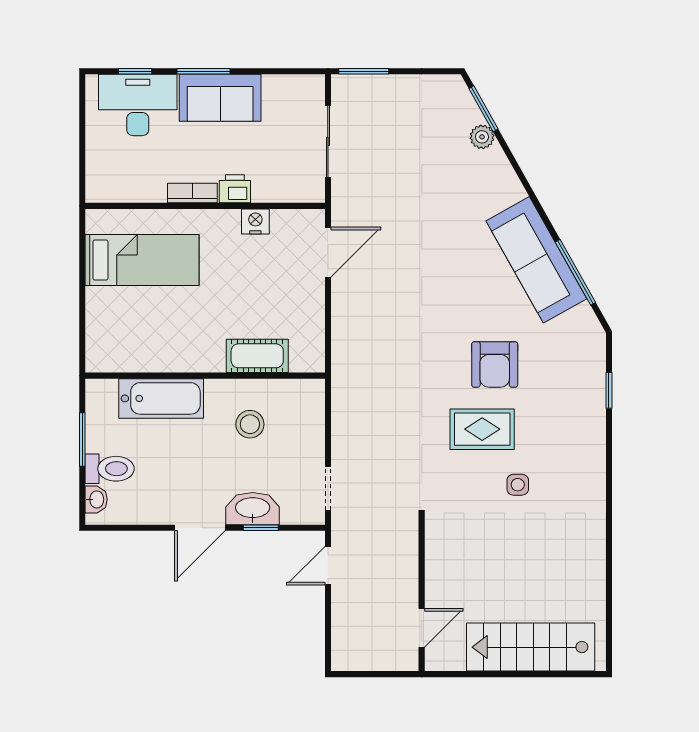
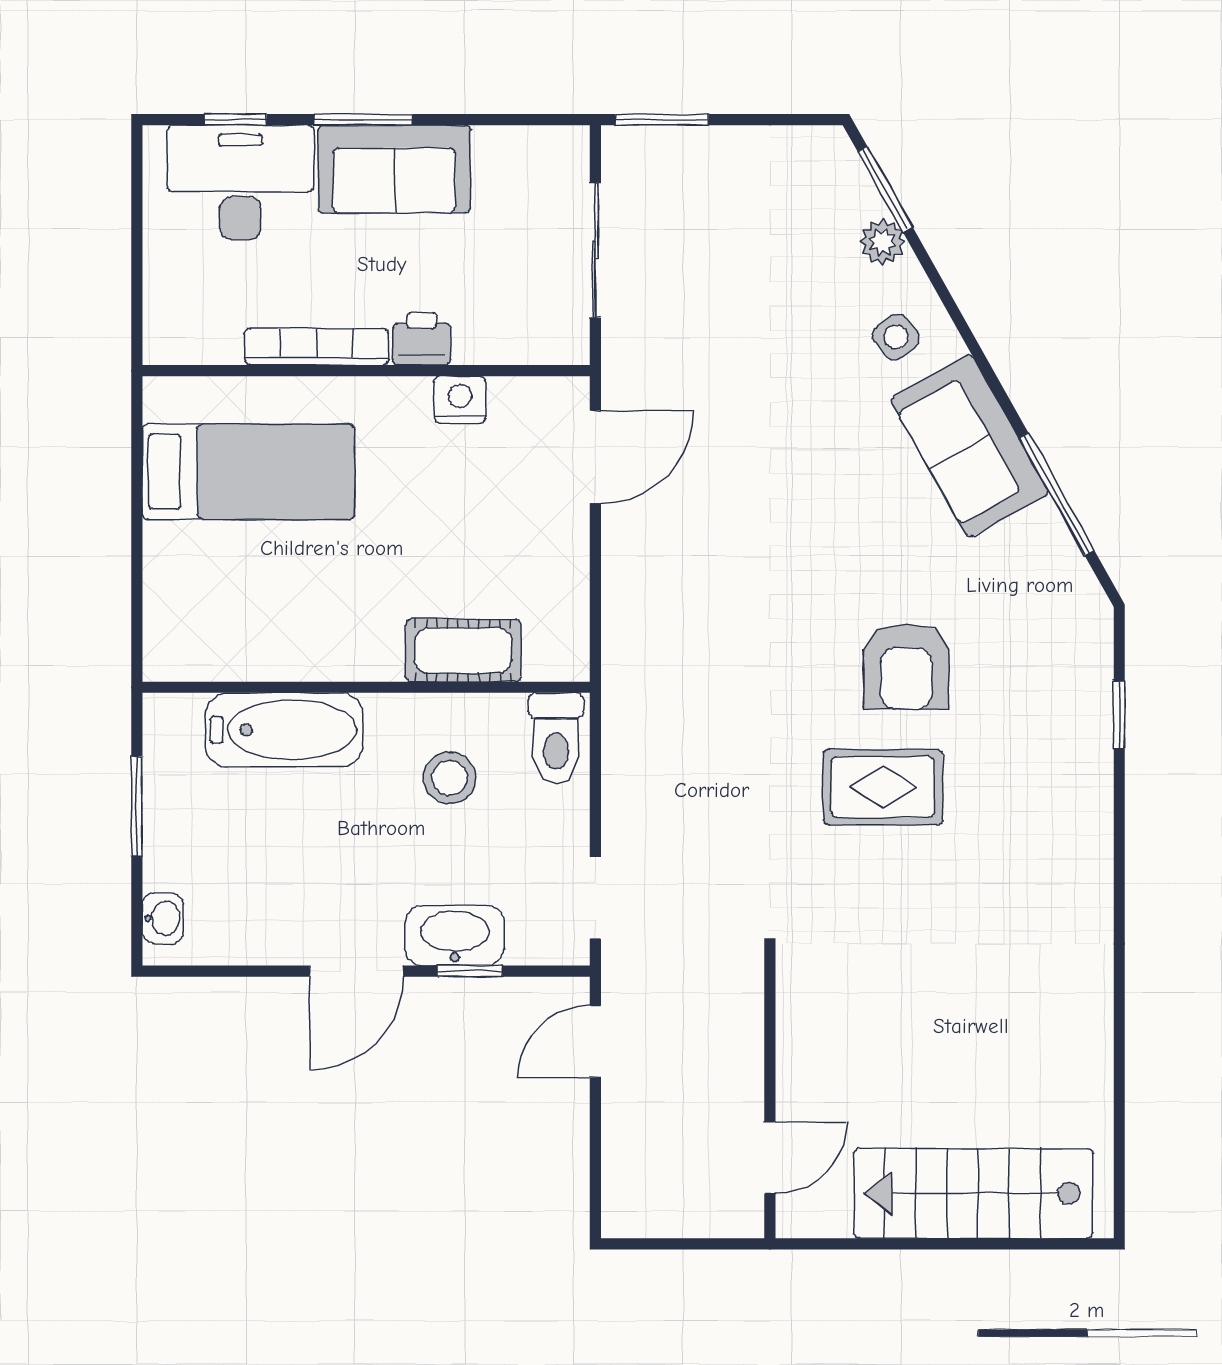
bookcase: (192, 193) -> (316, 347), width x1.56
sofa: (536, 260) -> (970, 446), width x0.73
toilet: (110, 469) -> (556, 738), moved, turned 90
side table: (518, 485) -> (896, 337), moved, turned -38

